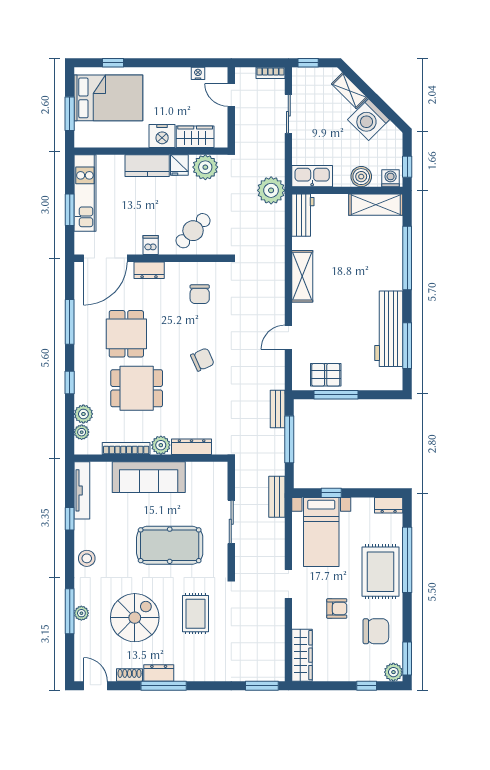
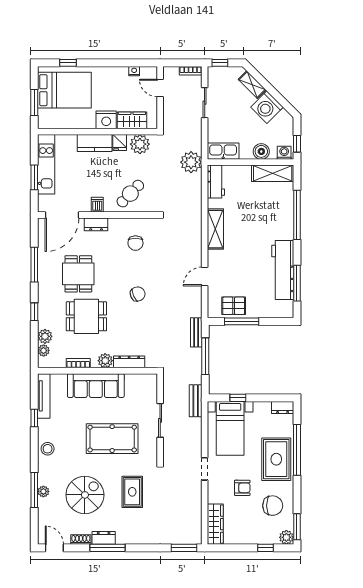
bookcase: (126, 448) -> (78, 363), width x0.64

